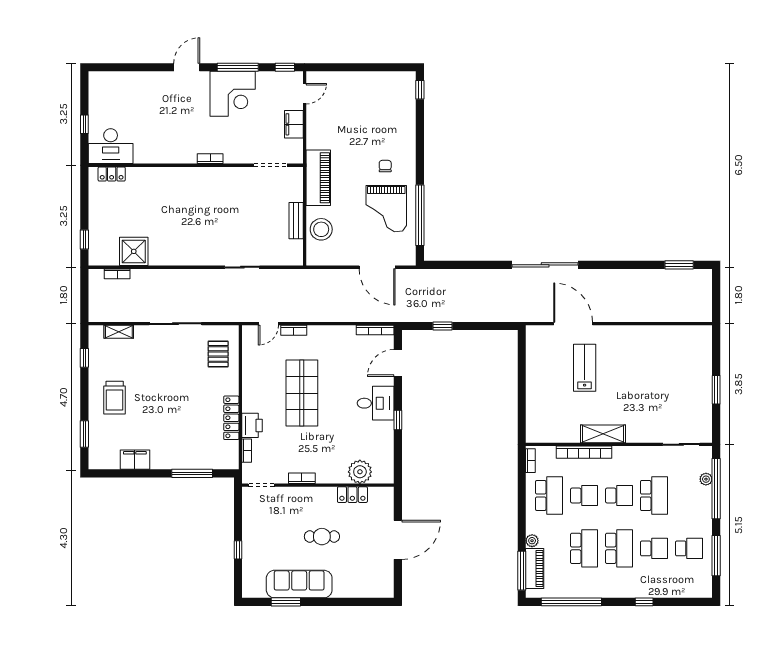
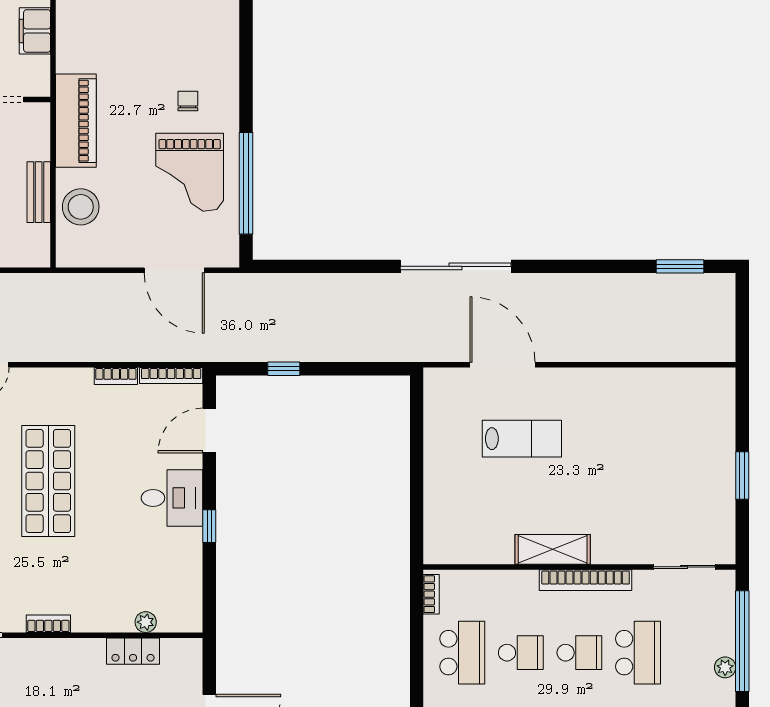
bookcase: (294, 330) -> (116, 376), moved
lab bench: (585, 368) -> (522, 439), turned 90
bookcase: (584, 452) -> (586, 580), moved
plant: (360, 472) -> (146, 622), width x0.53, depth x0.53
plant: (706, 479) -> (725, 667), moved

